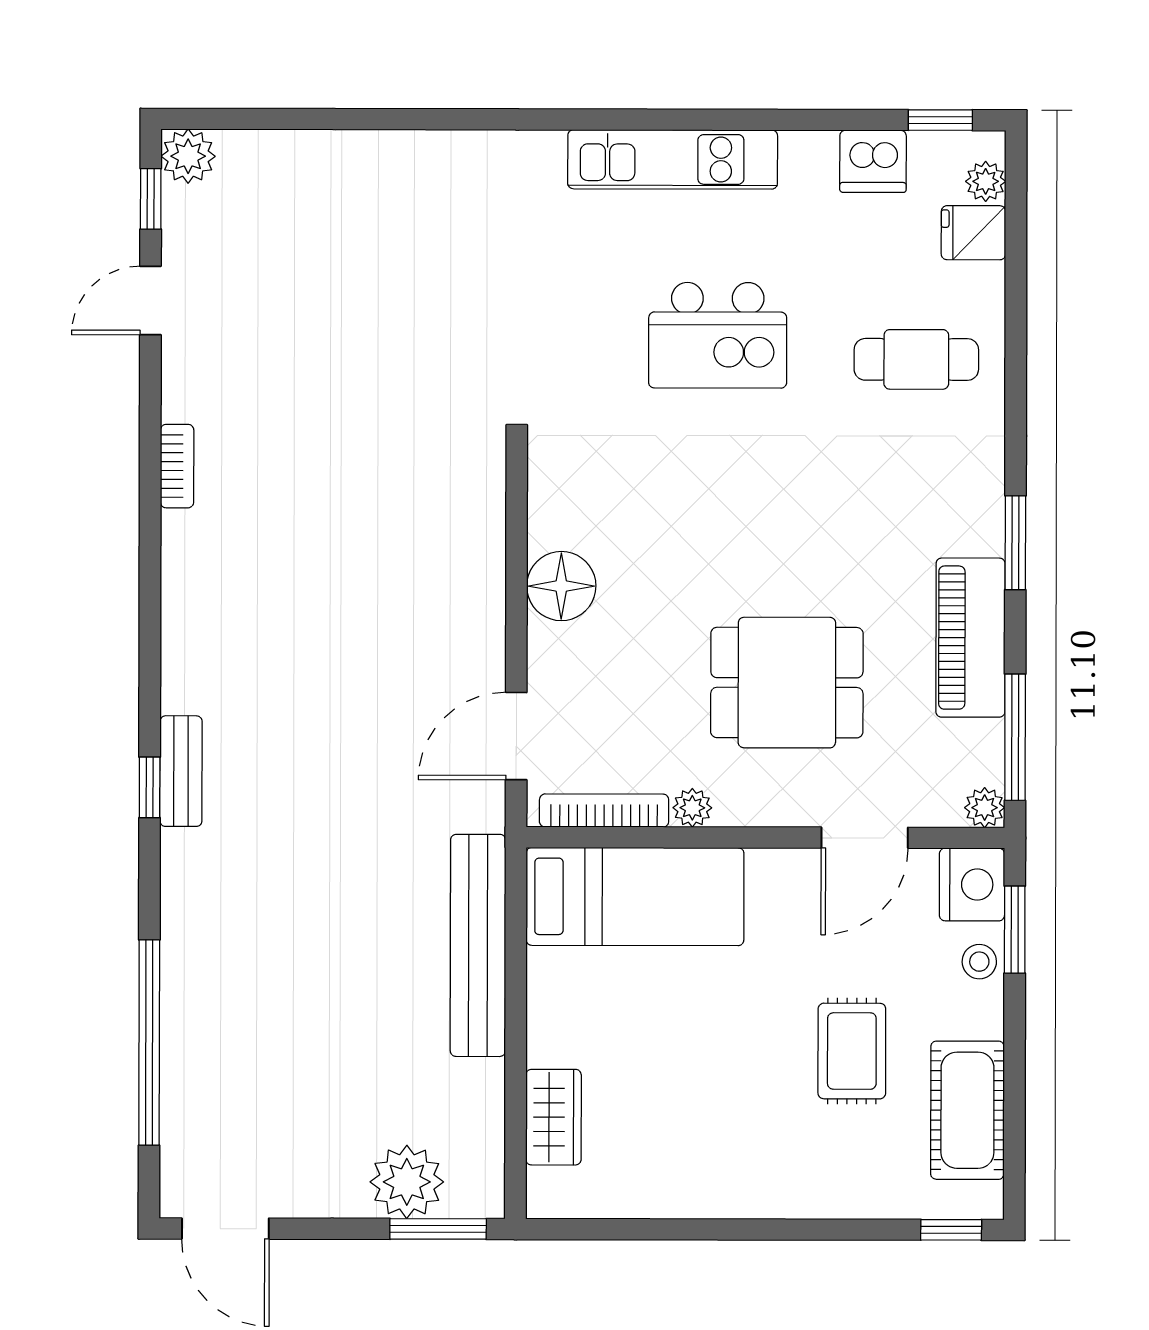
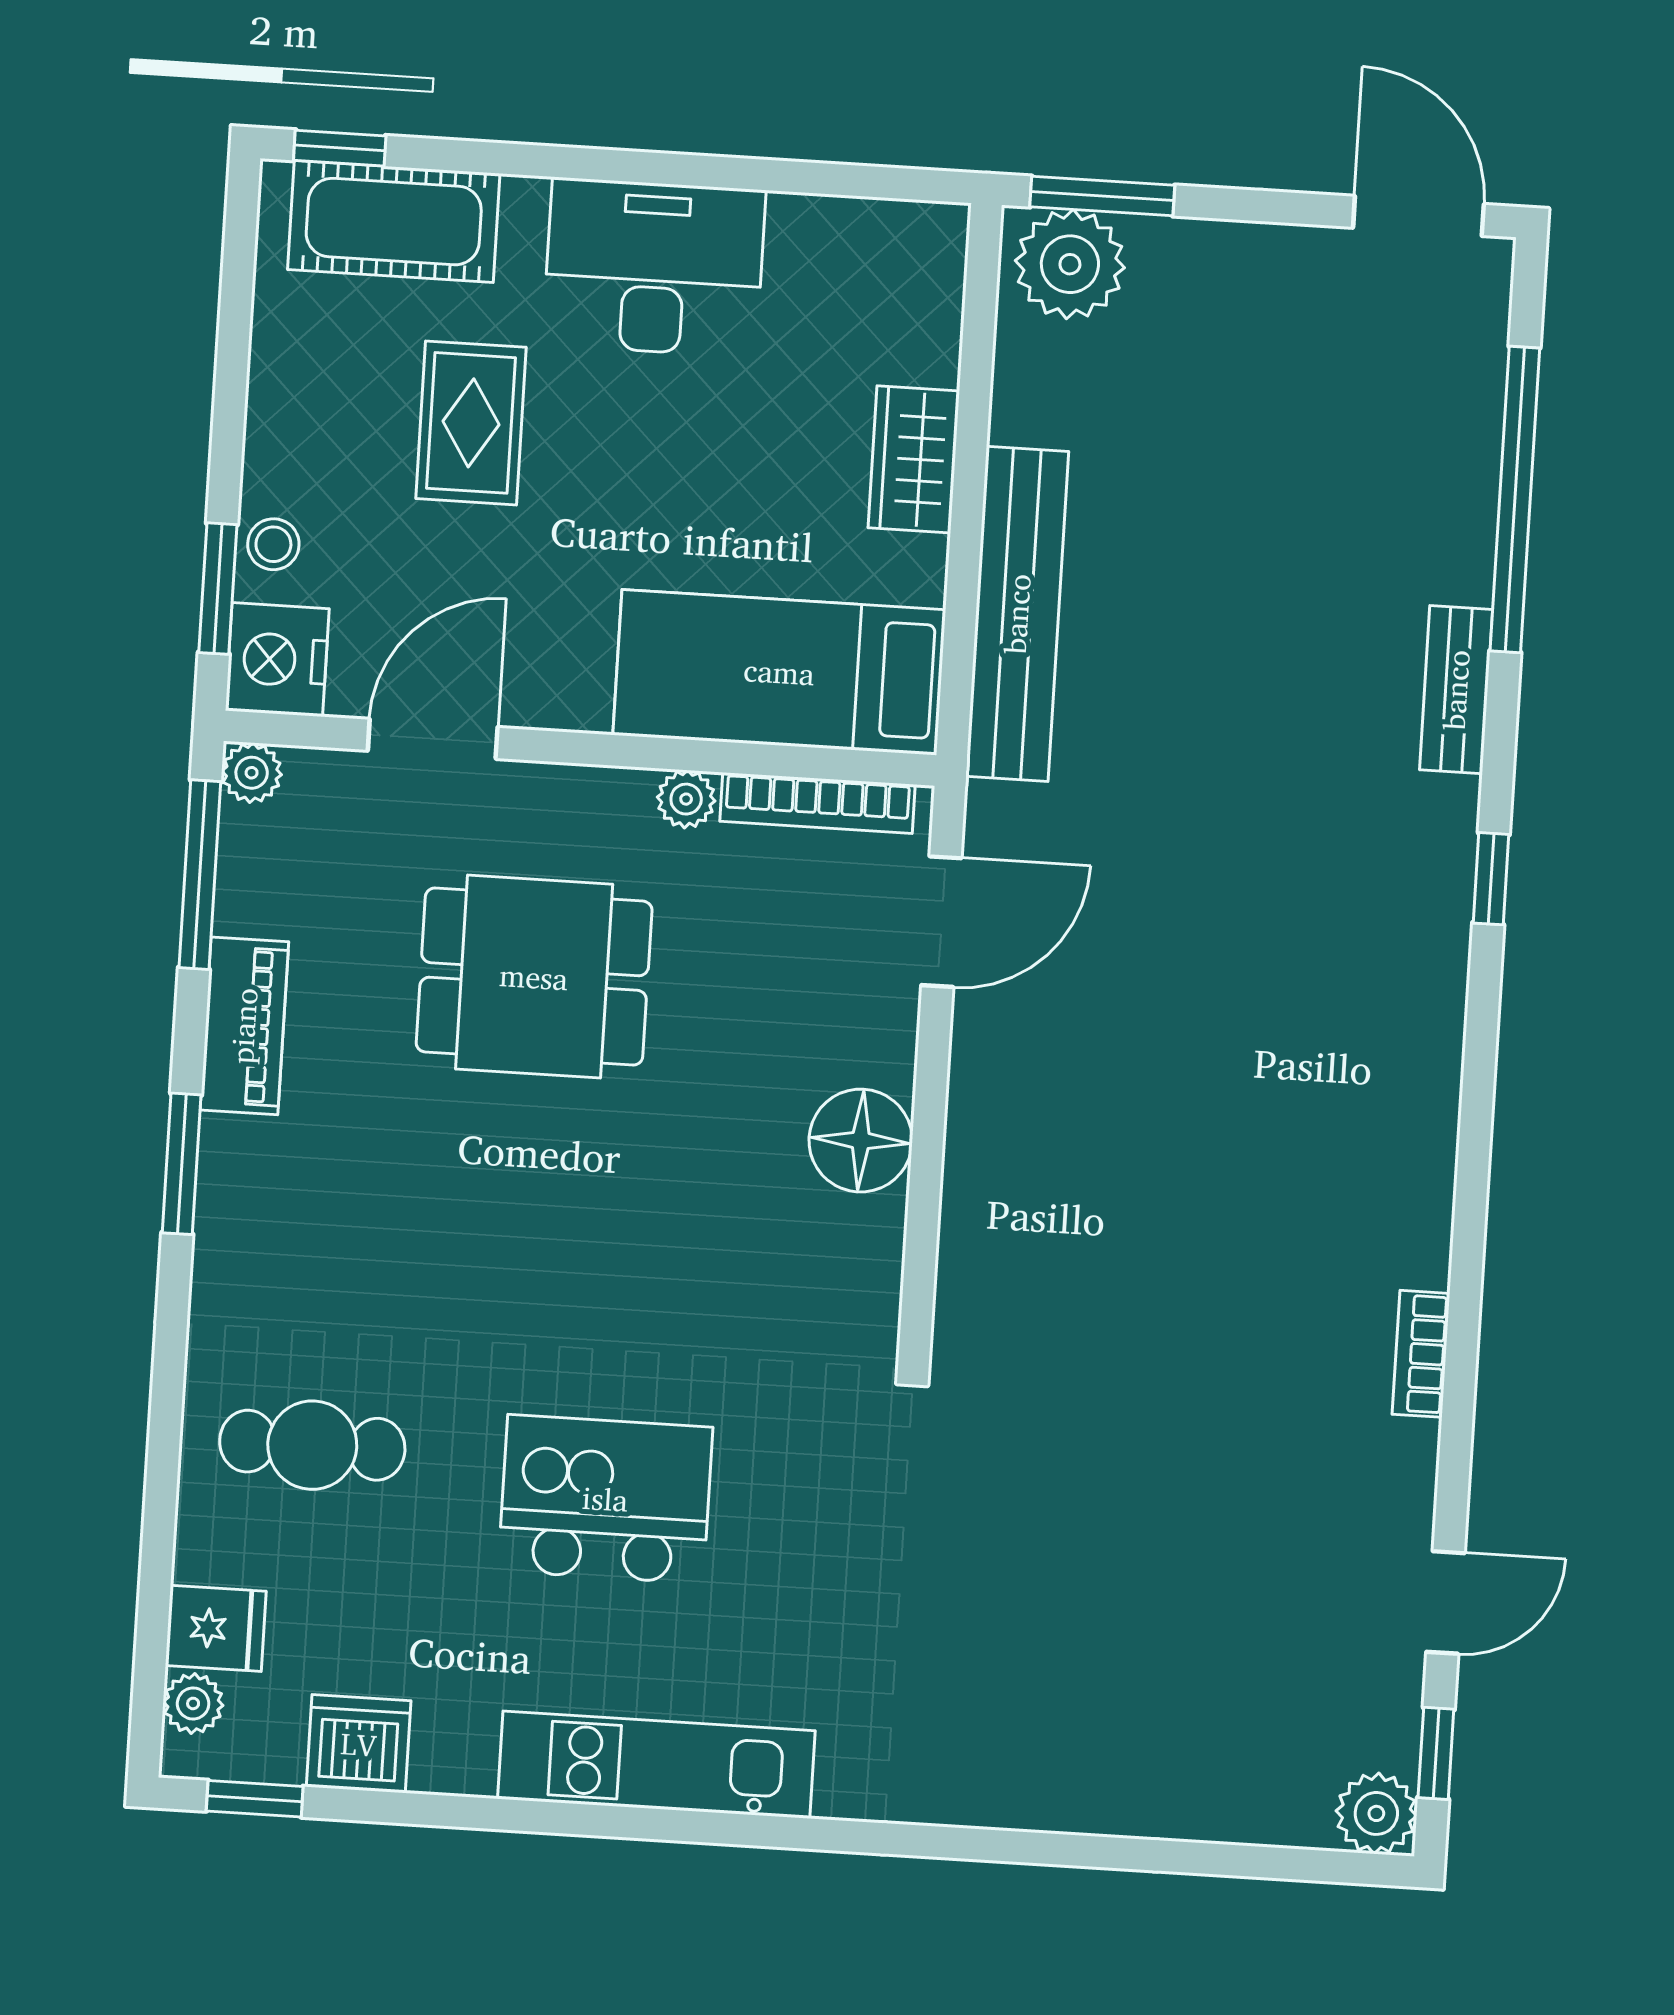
piano: (970, 638) -> (244, 1026), width x0.73, depth x0.75
bench: (181, 771) -> (1456, 690), moved
cot: (967, 1110) -> (394, 222), moved, turned 90
wardrobe: (553, 1117) -> (914, 459), moved
desk: (736, 1163) -> (654, 267), added
plant: (407, 1182) -> (1070, 264), moved

